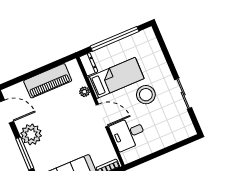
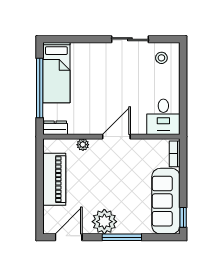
bed: (116, 78) -> (56, 73), moved, turned 180
stool: (146, 95) -> (161, 58), moved, width x0.53, depth x0.53
desk: (128, 134) -> (163, 117), moved

